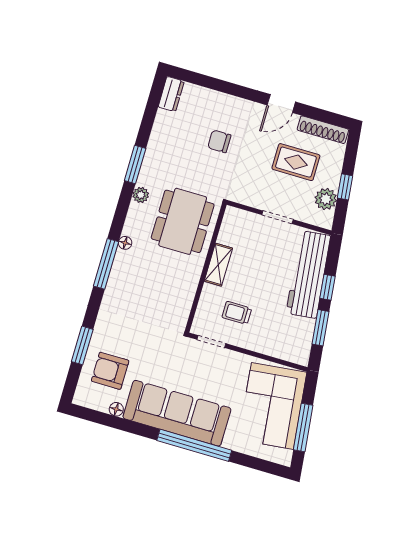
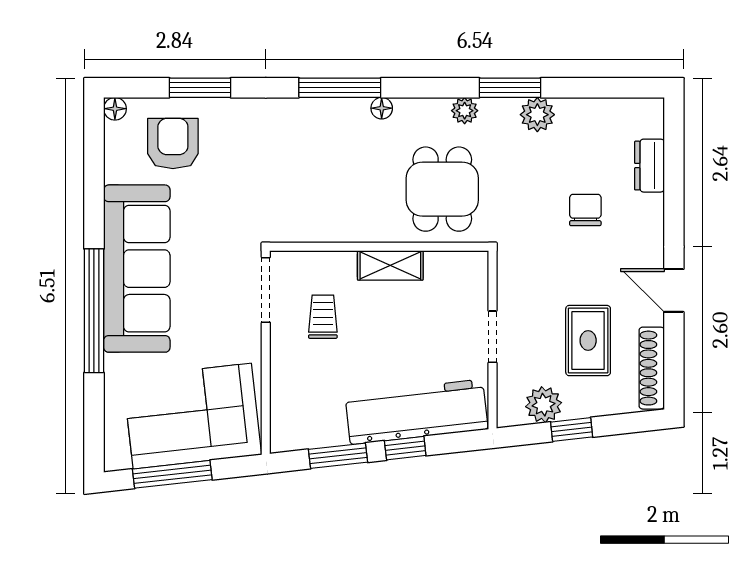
dresser: (171, 94) -> (649, 166), moved, turned 90
plant: (155, 153) -> (537, 115), added
dining table: (183, 221) -> (442, 189), width x0.73
doorway: (211, 342) -> (266, 290), width x1.38
floor lamp: (116, 409) -> (115, 109), moved

